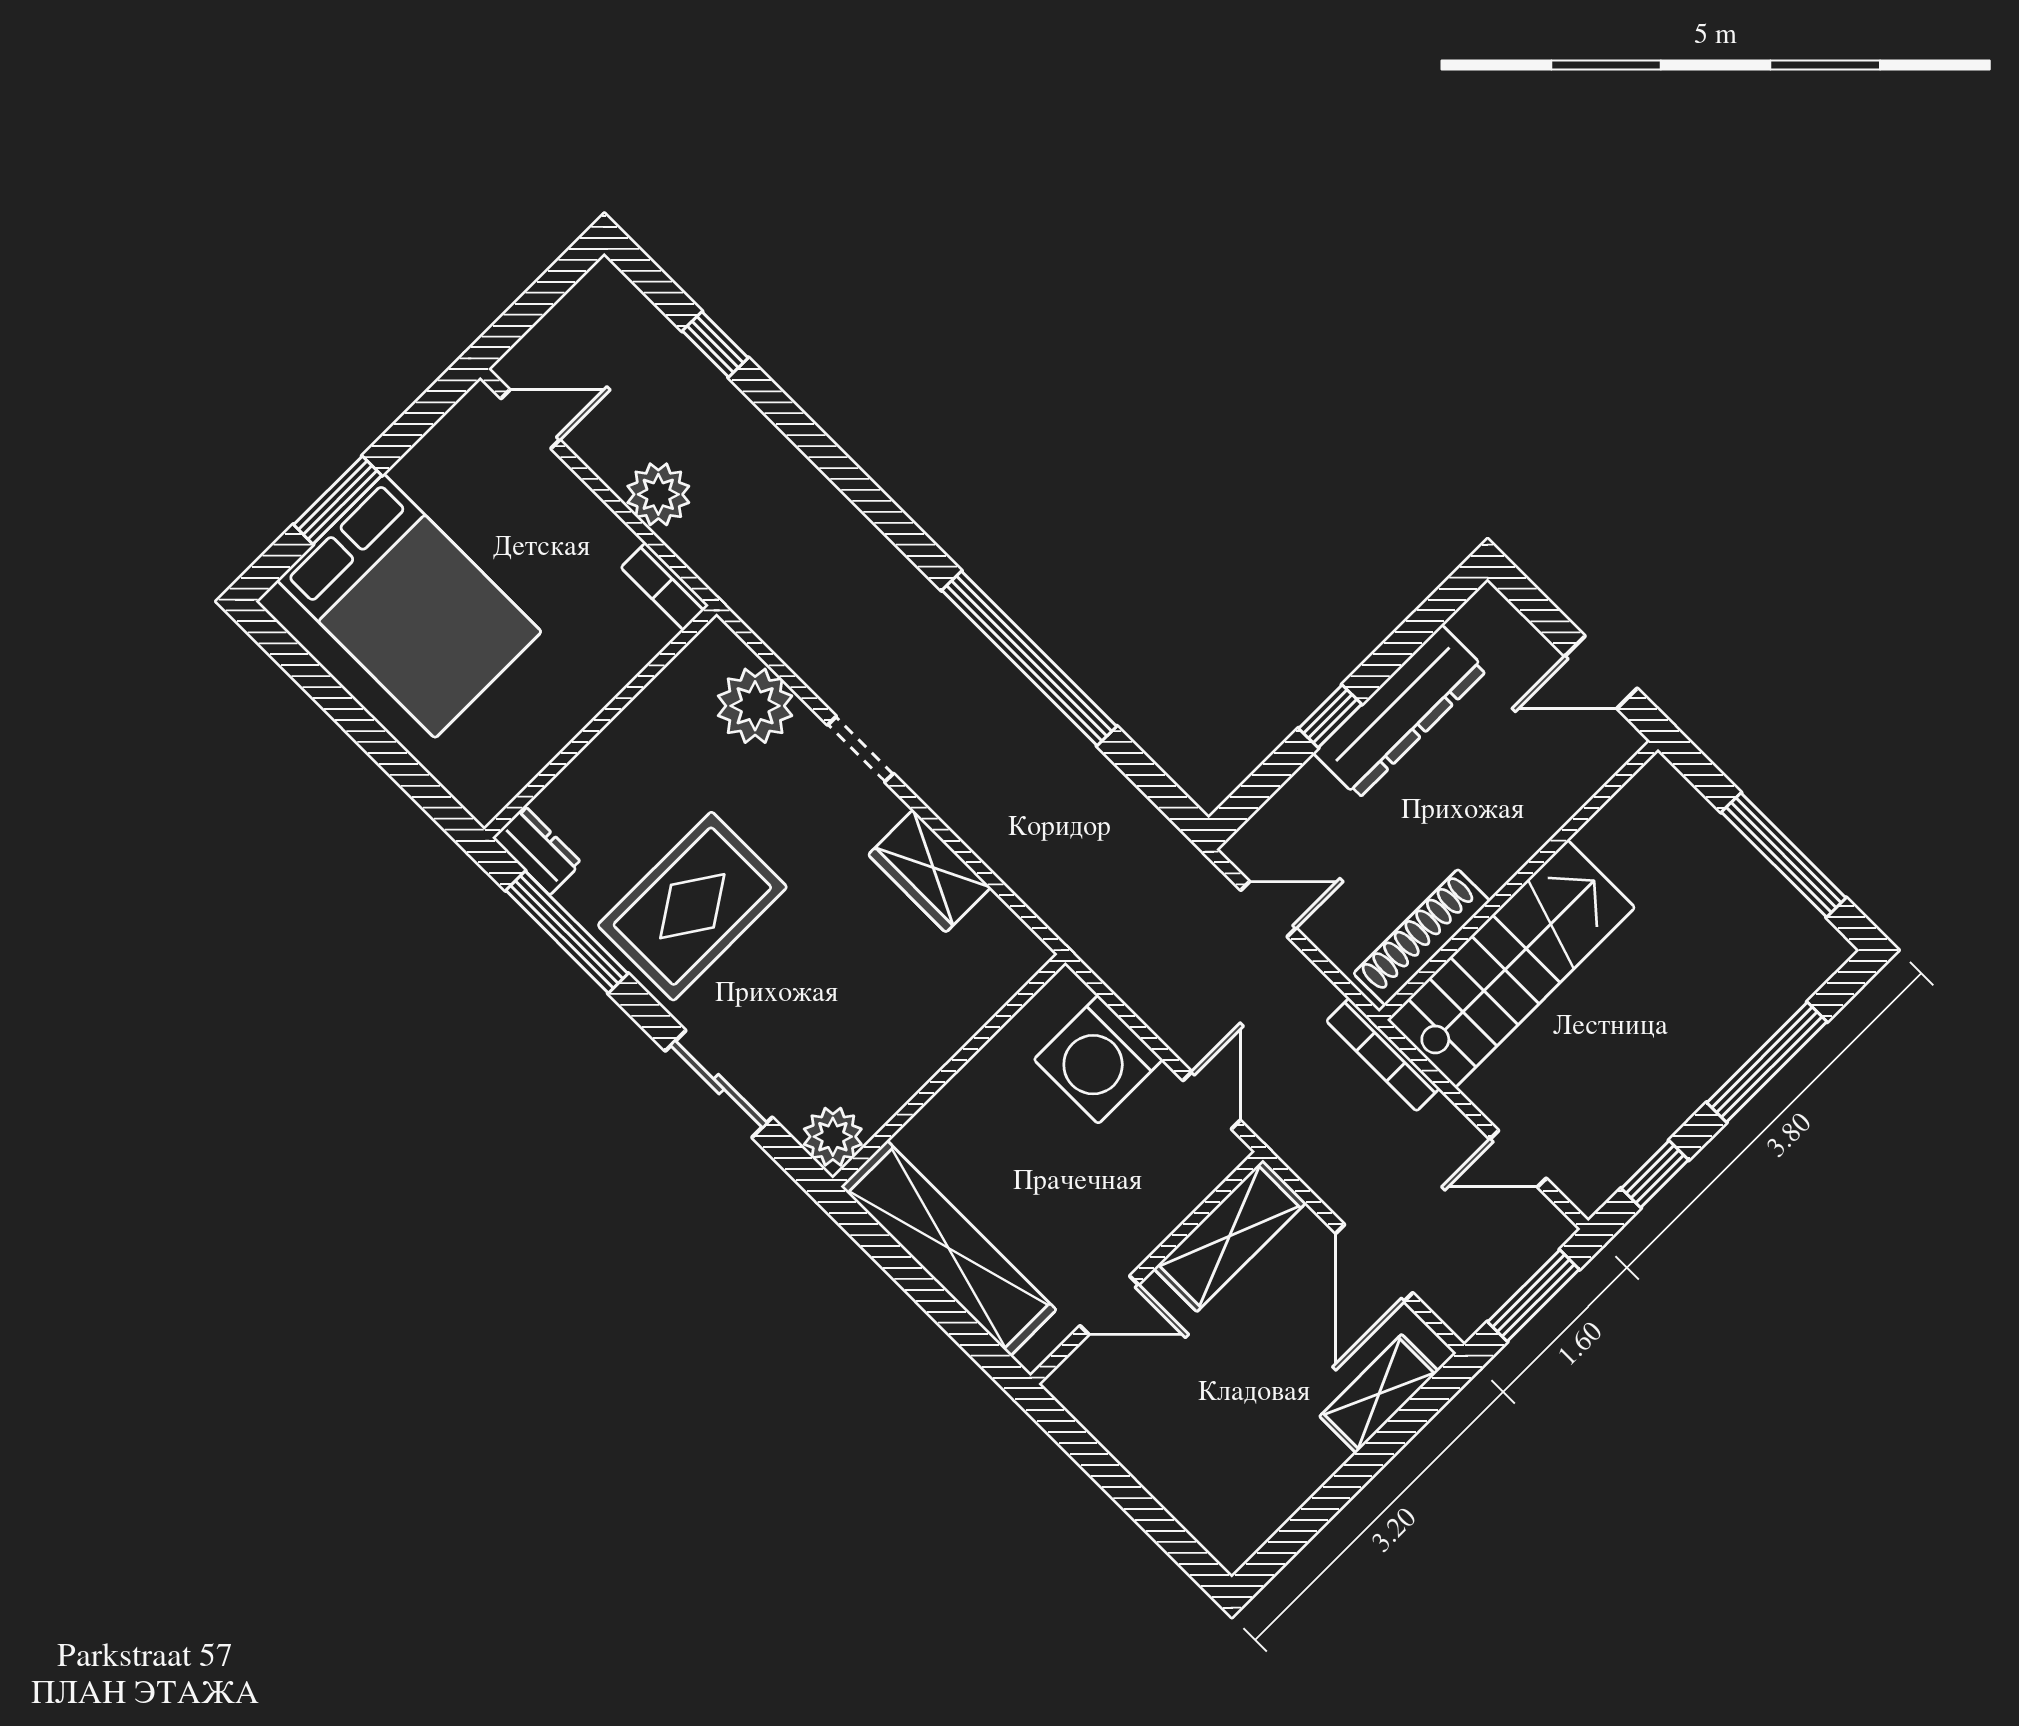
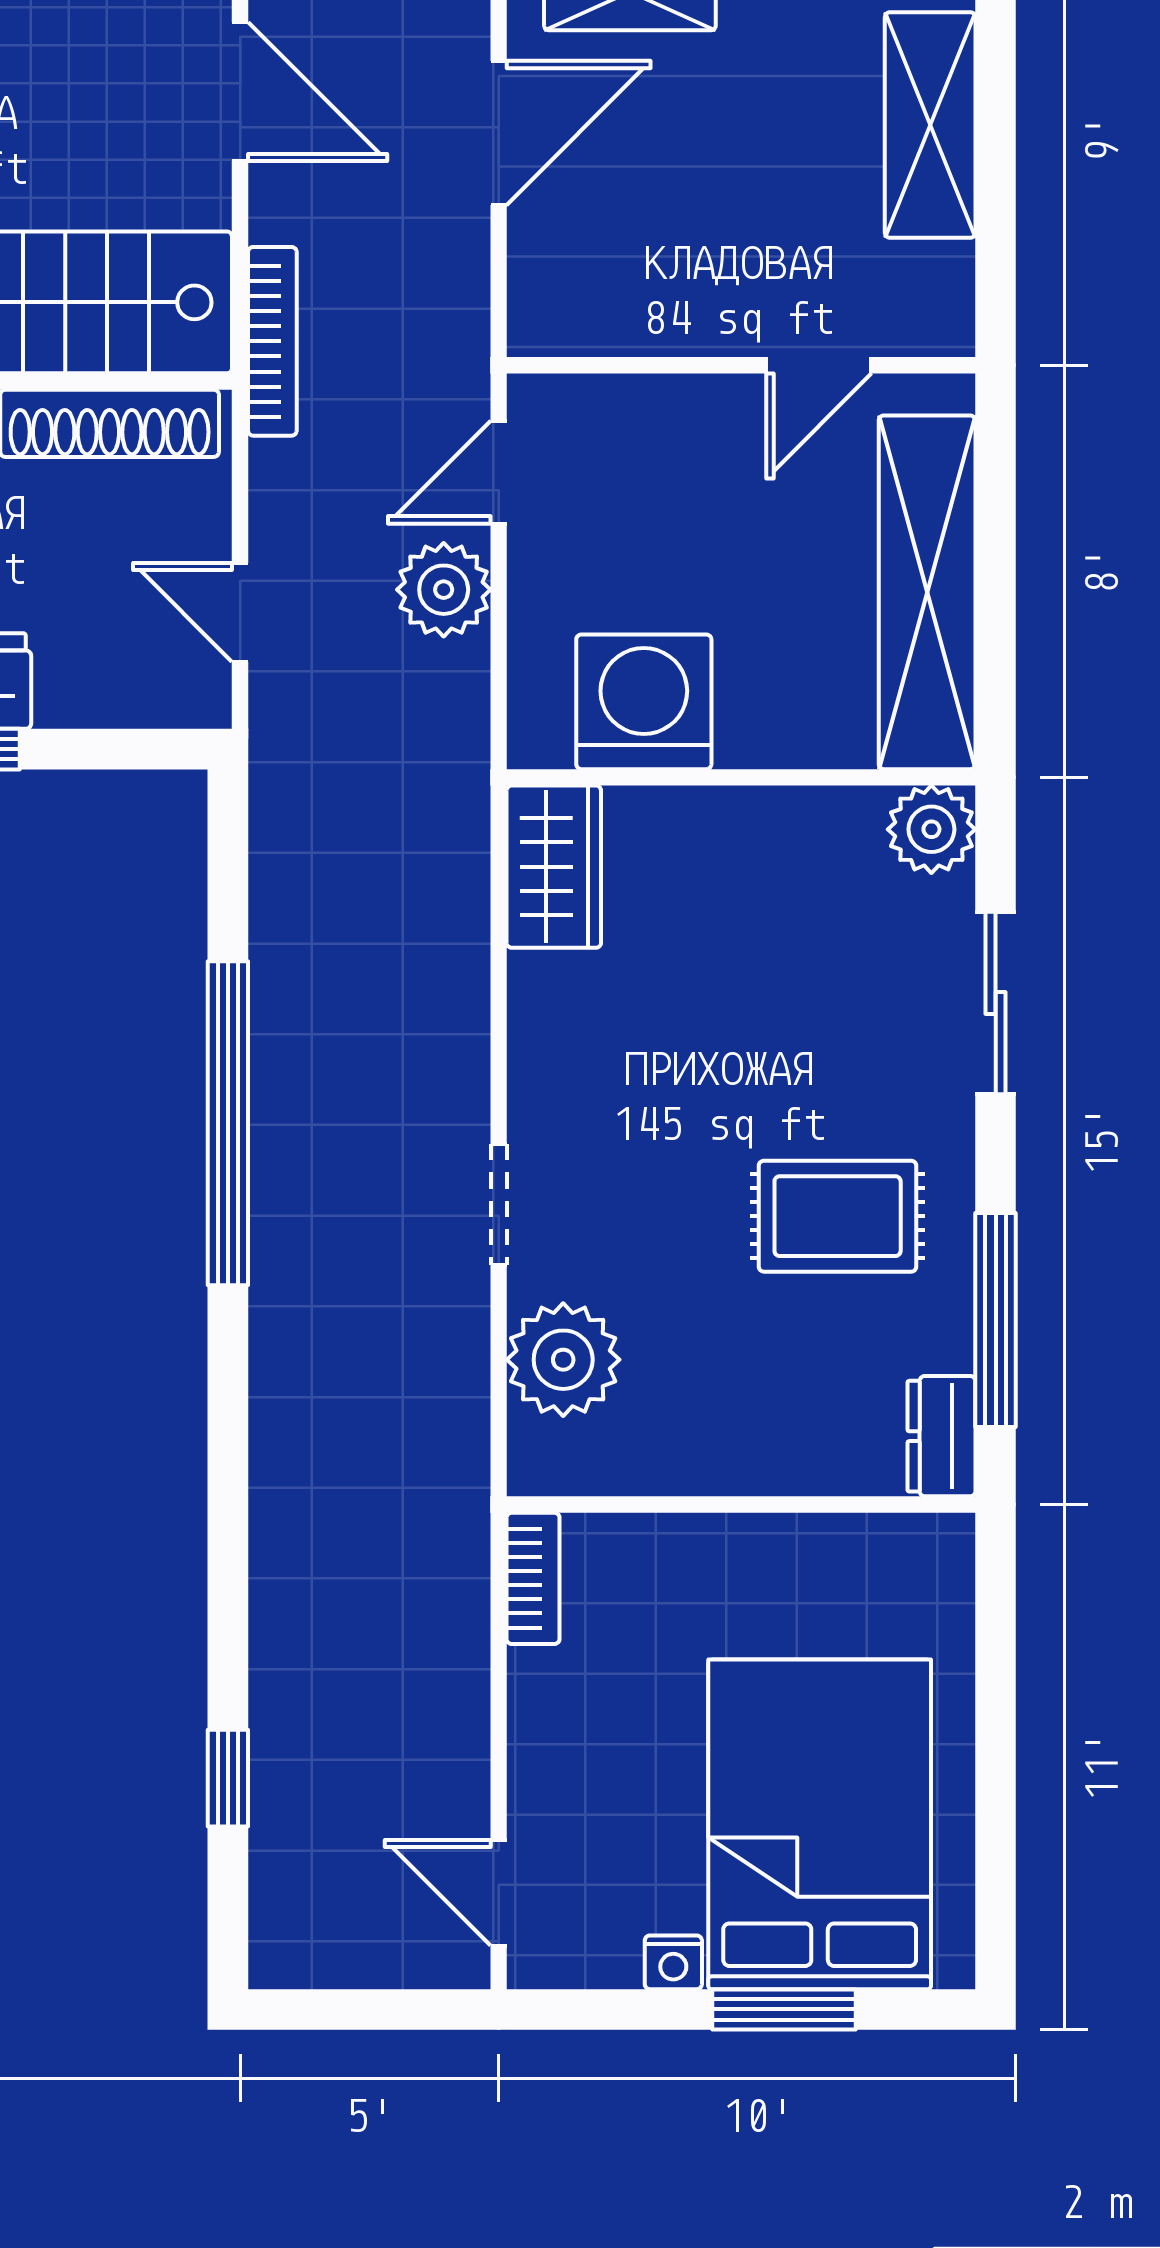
nightstand: (413, 470) -> (673, 1962), added
plant: (658, 494) -> (444, 590), moved
wardrobe: (929, 871) -> (554, 867), moved
rug: (692, 906) -> (838, 1216), width x0.73, depth x0.70
washing machine: (1098, 1059) -> (644, 702), moved, turned -90
door: (1518, 1159) -> (240, 92), width x1.38
shelving: (1229, 1236) -> (930, 125), moved, turned 90
door: (1109, 1305) -> (819, 365), swing flipped

